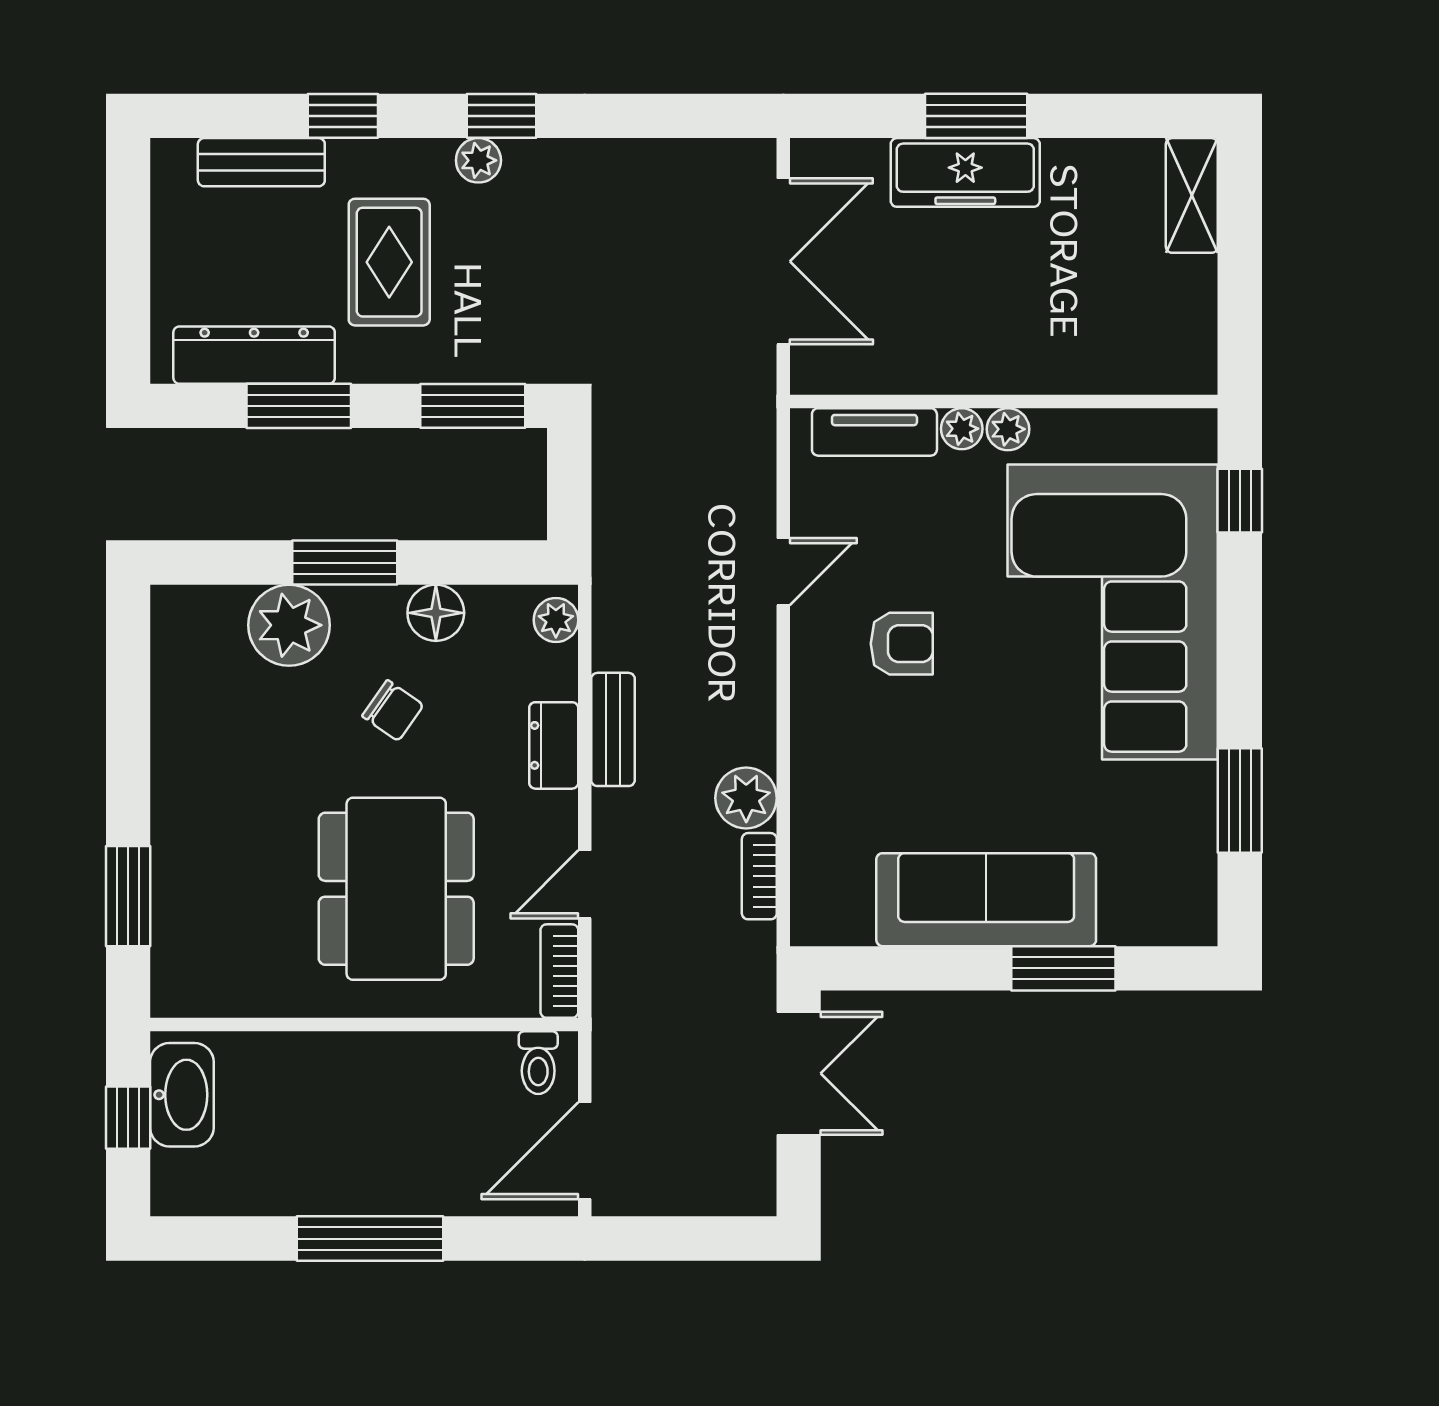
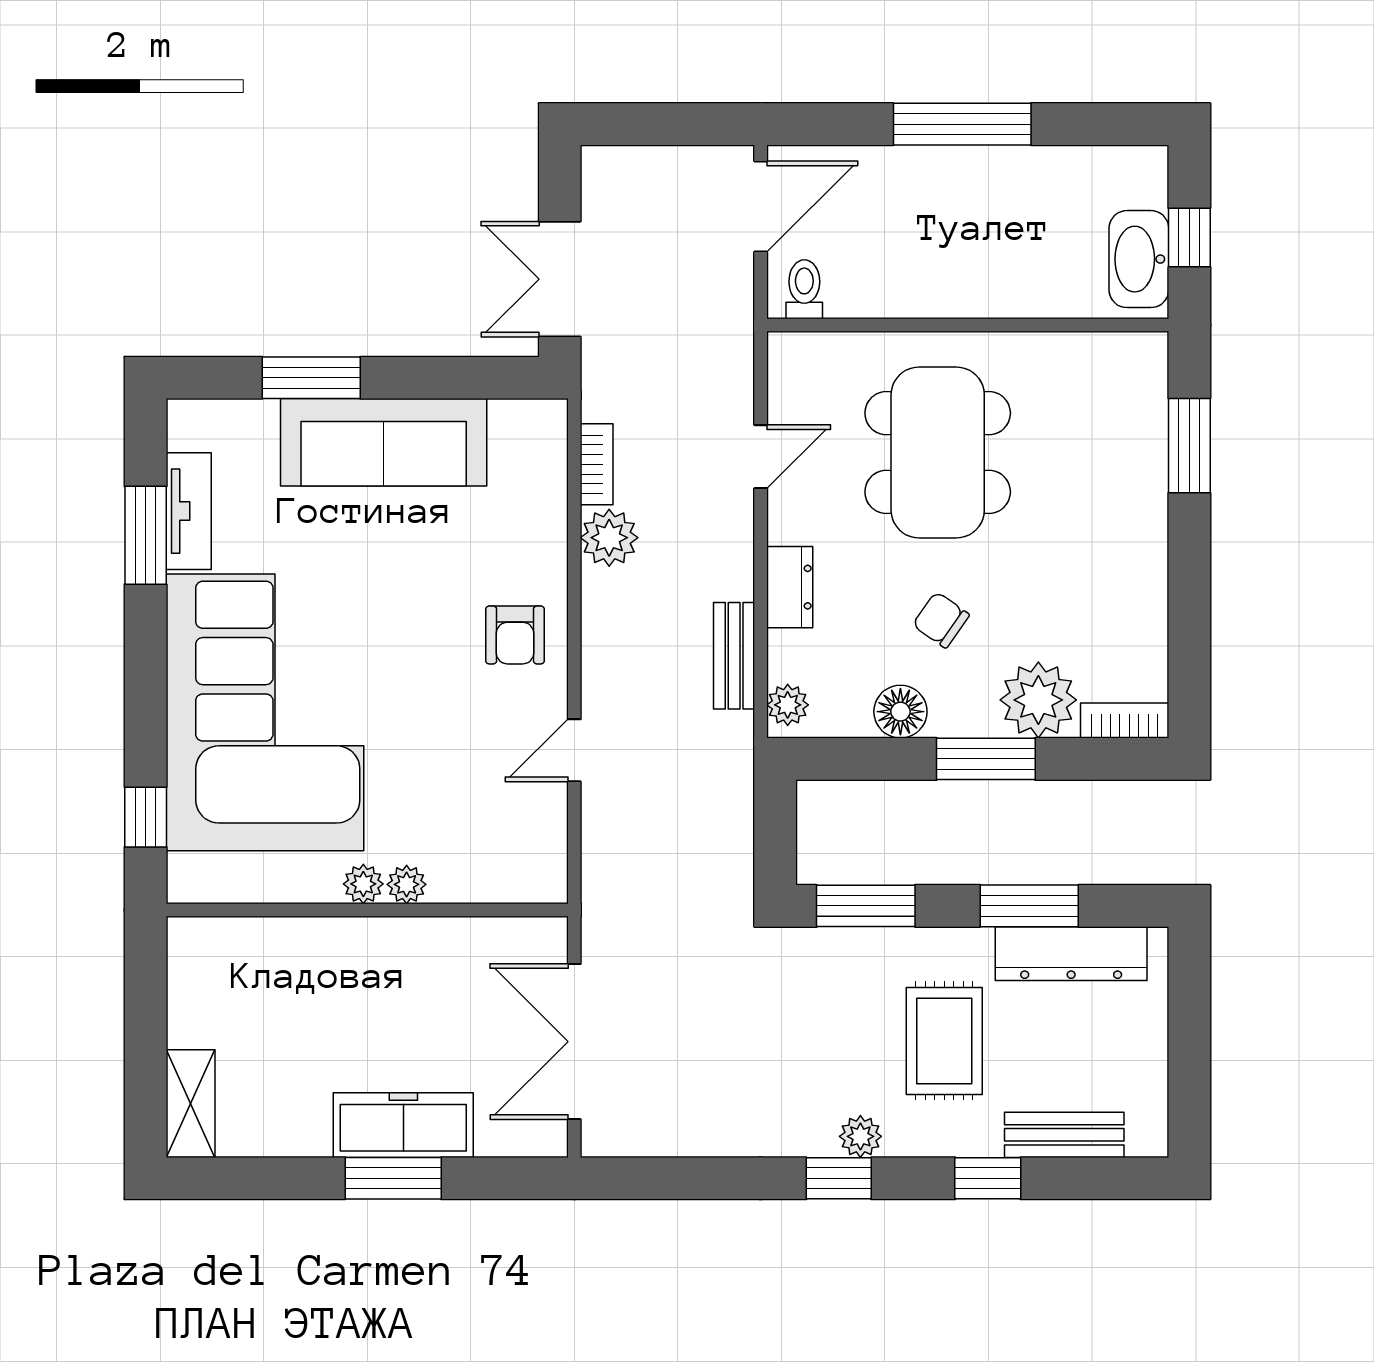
tv unit: (874, 432) -> (189, 511), moved, turned 90
armchair: (902, 644) -> (515, 635), moved, turned -90
bench: (613, 729) -> (734, 656), moved
bookcase: (559, 971) -> (1125, 721), moved, turned -90

